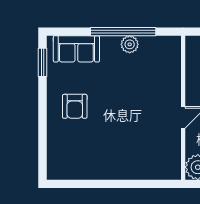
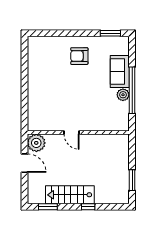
sofa: (76, 49) -> (120, 72), moved

